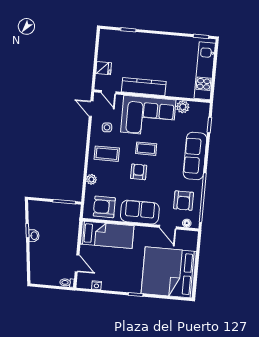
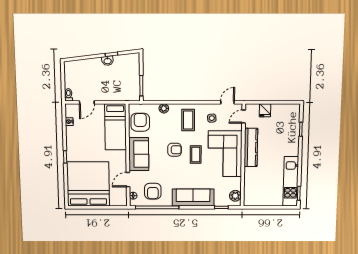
kitchen unit: (205, 71) -> (291, 181), moved, turned -90
plant: (183, 107) -> (235, 196), moved
armchair: (184, 201) -> (153, 191), turned -90

